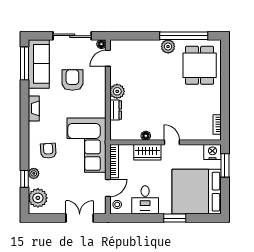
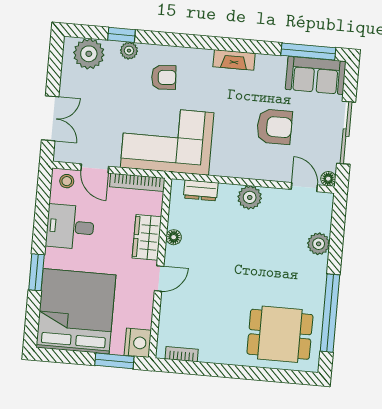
plant: (168, 46) -> (319, 244), moved
sofa: (39, 64) -> (316, 75), width x0.73
dresser: (116, 110) -> (201, 190), moved

